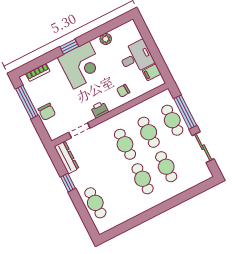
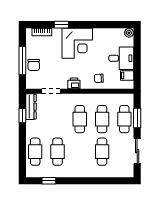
plant: (106, 39) -> (129, 33), moved
window: (69, 47) -> (61, 25), moved
window: (27, 102) -> (22, 60), moved
window: (185, 112) -> (137, 118), width x0.69
cafe table: (143, 179) -> (57, 152), moved
window: (68, 183) -> (22, 116), moved
window: (125, 226) -> (49, 181), added

